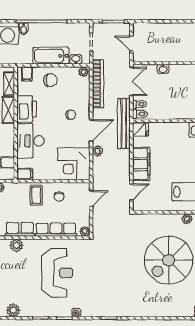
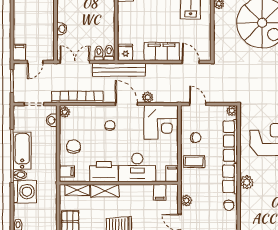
filing cabinet: (140, 29) -> (20, 52), added
bathtub: (51, 56) -> (22, 151), moved, turned 180

